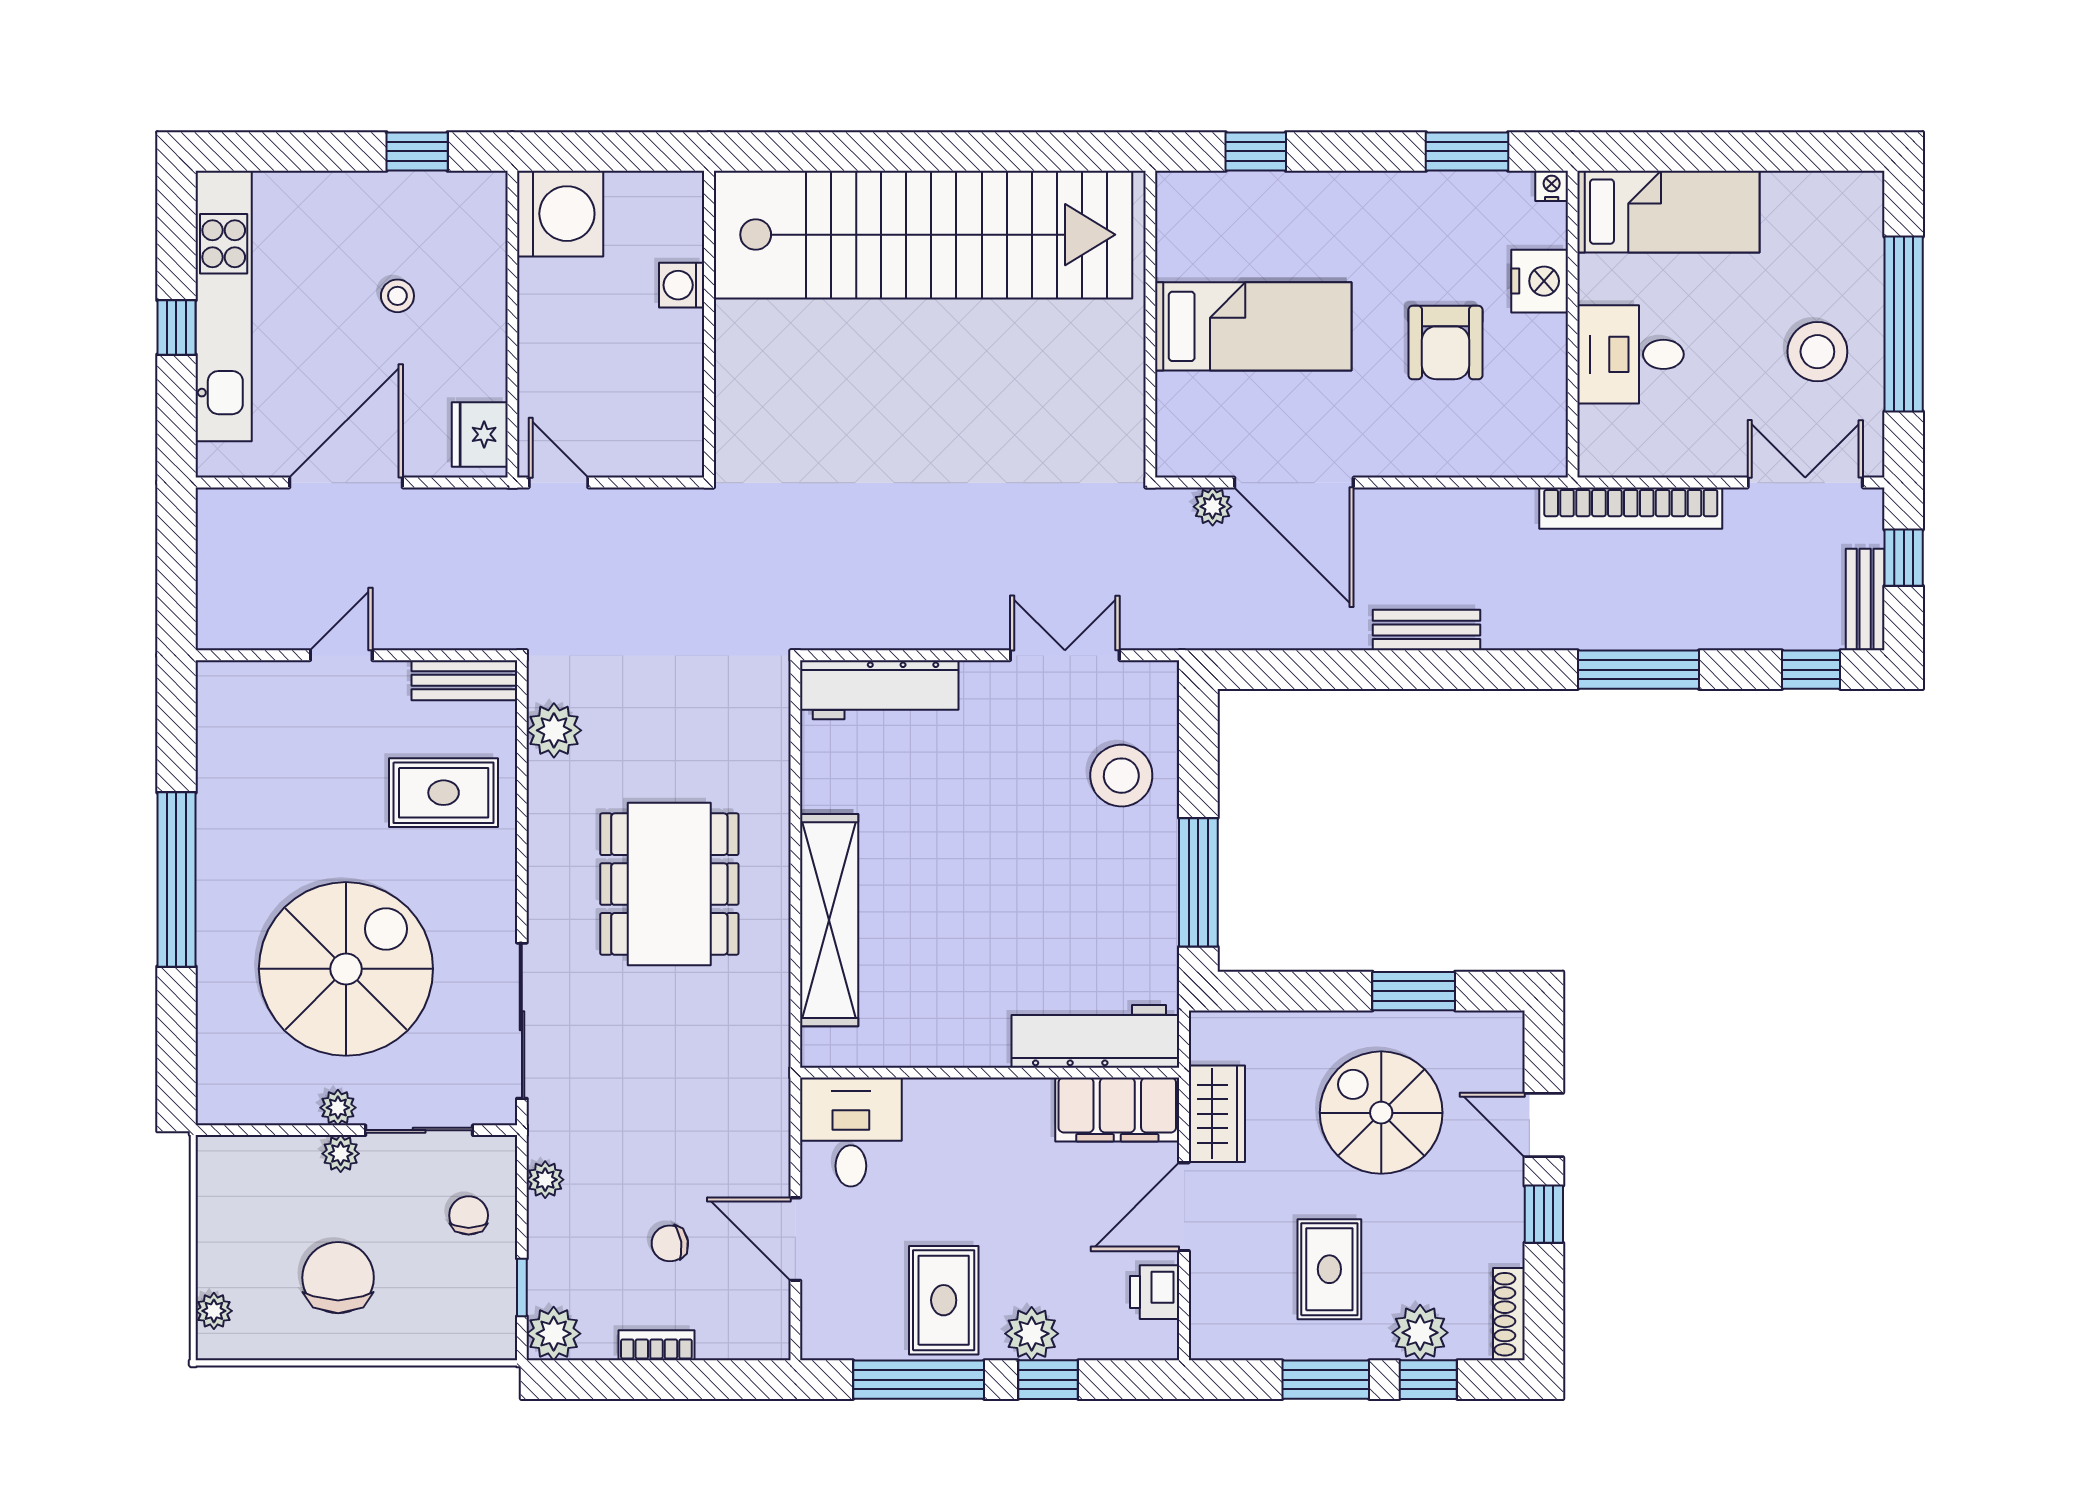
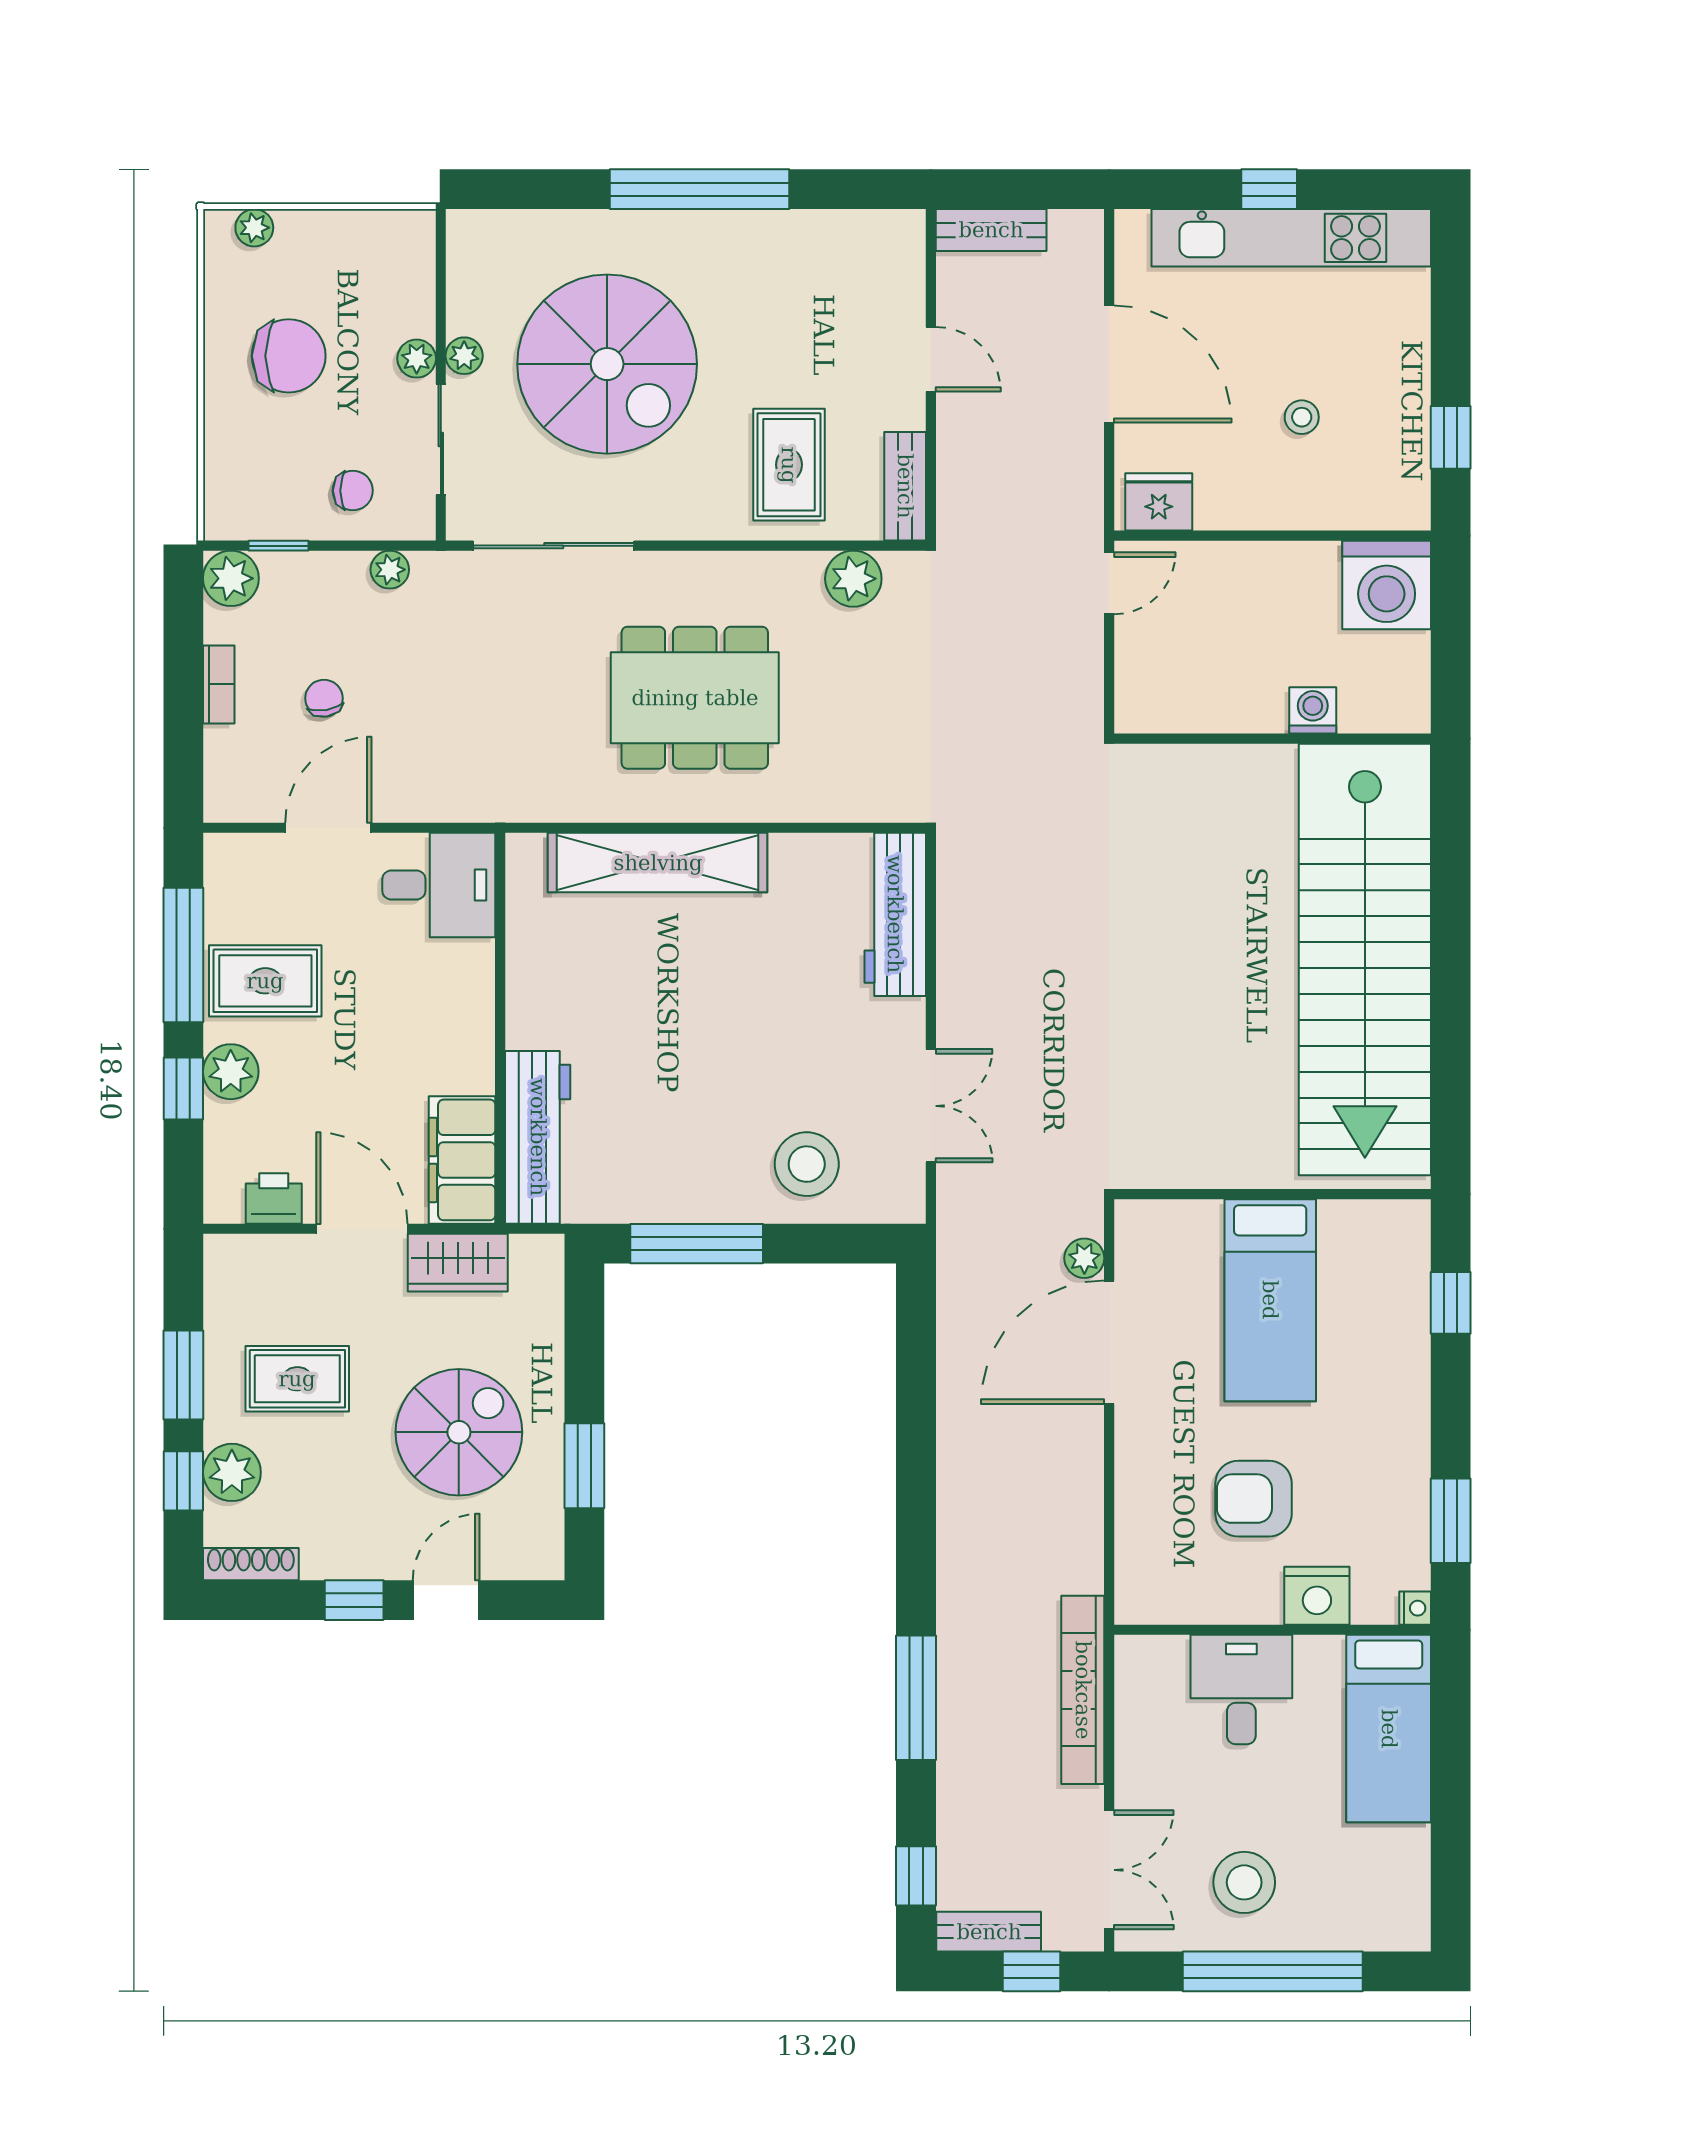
bench: (1427, 630) -> (991, 230), moved, turned 90

